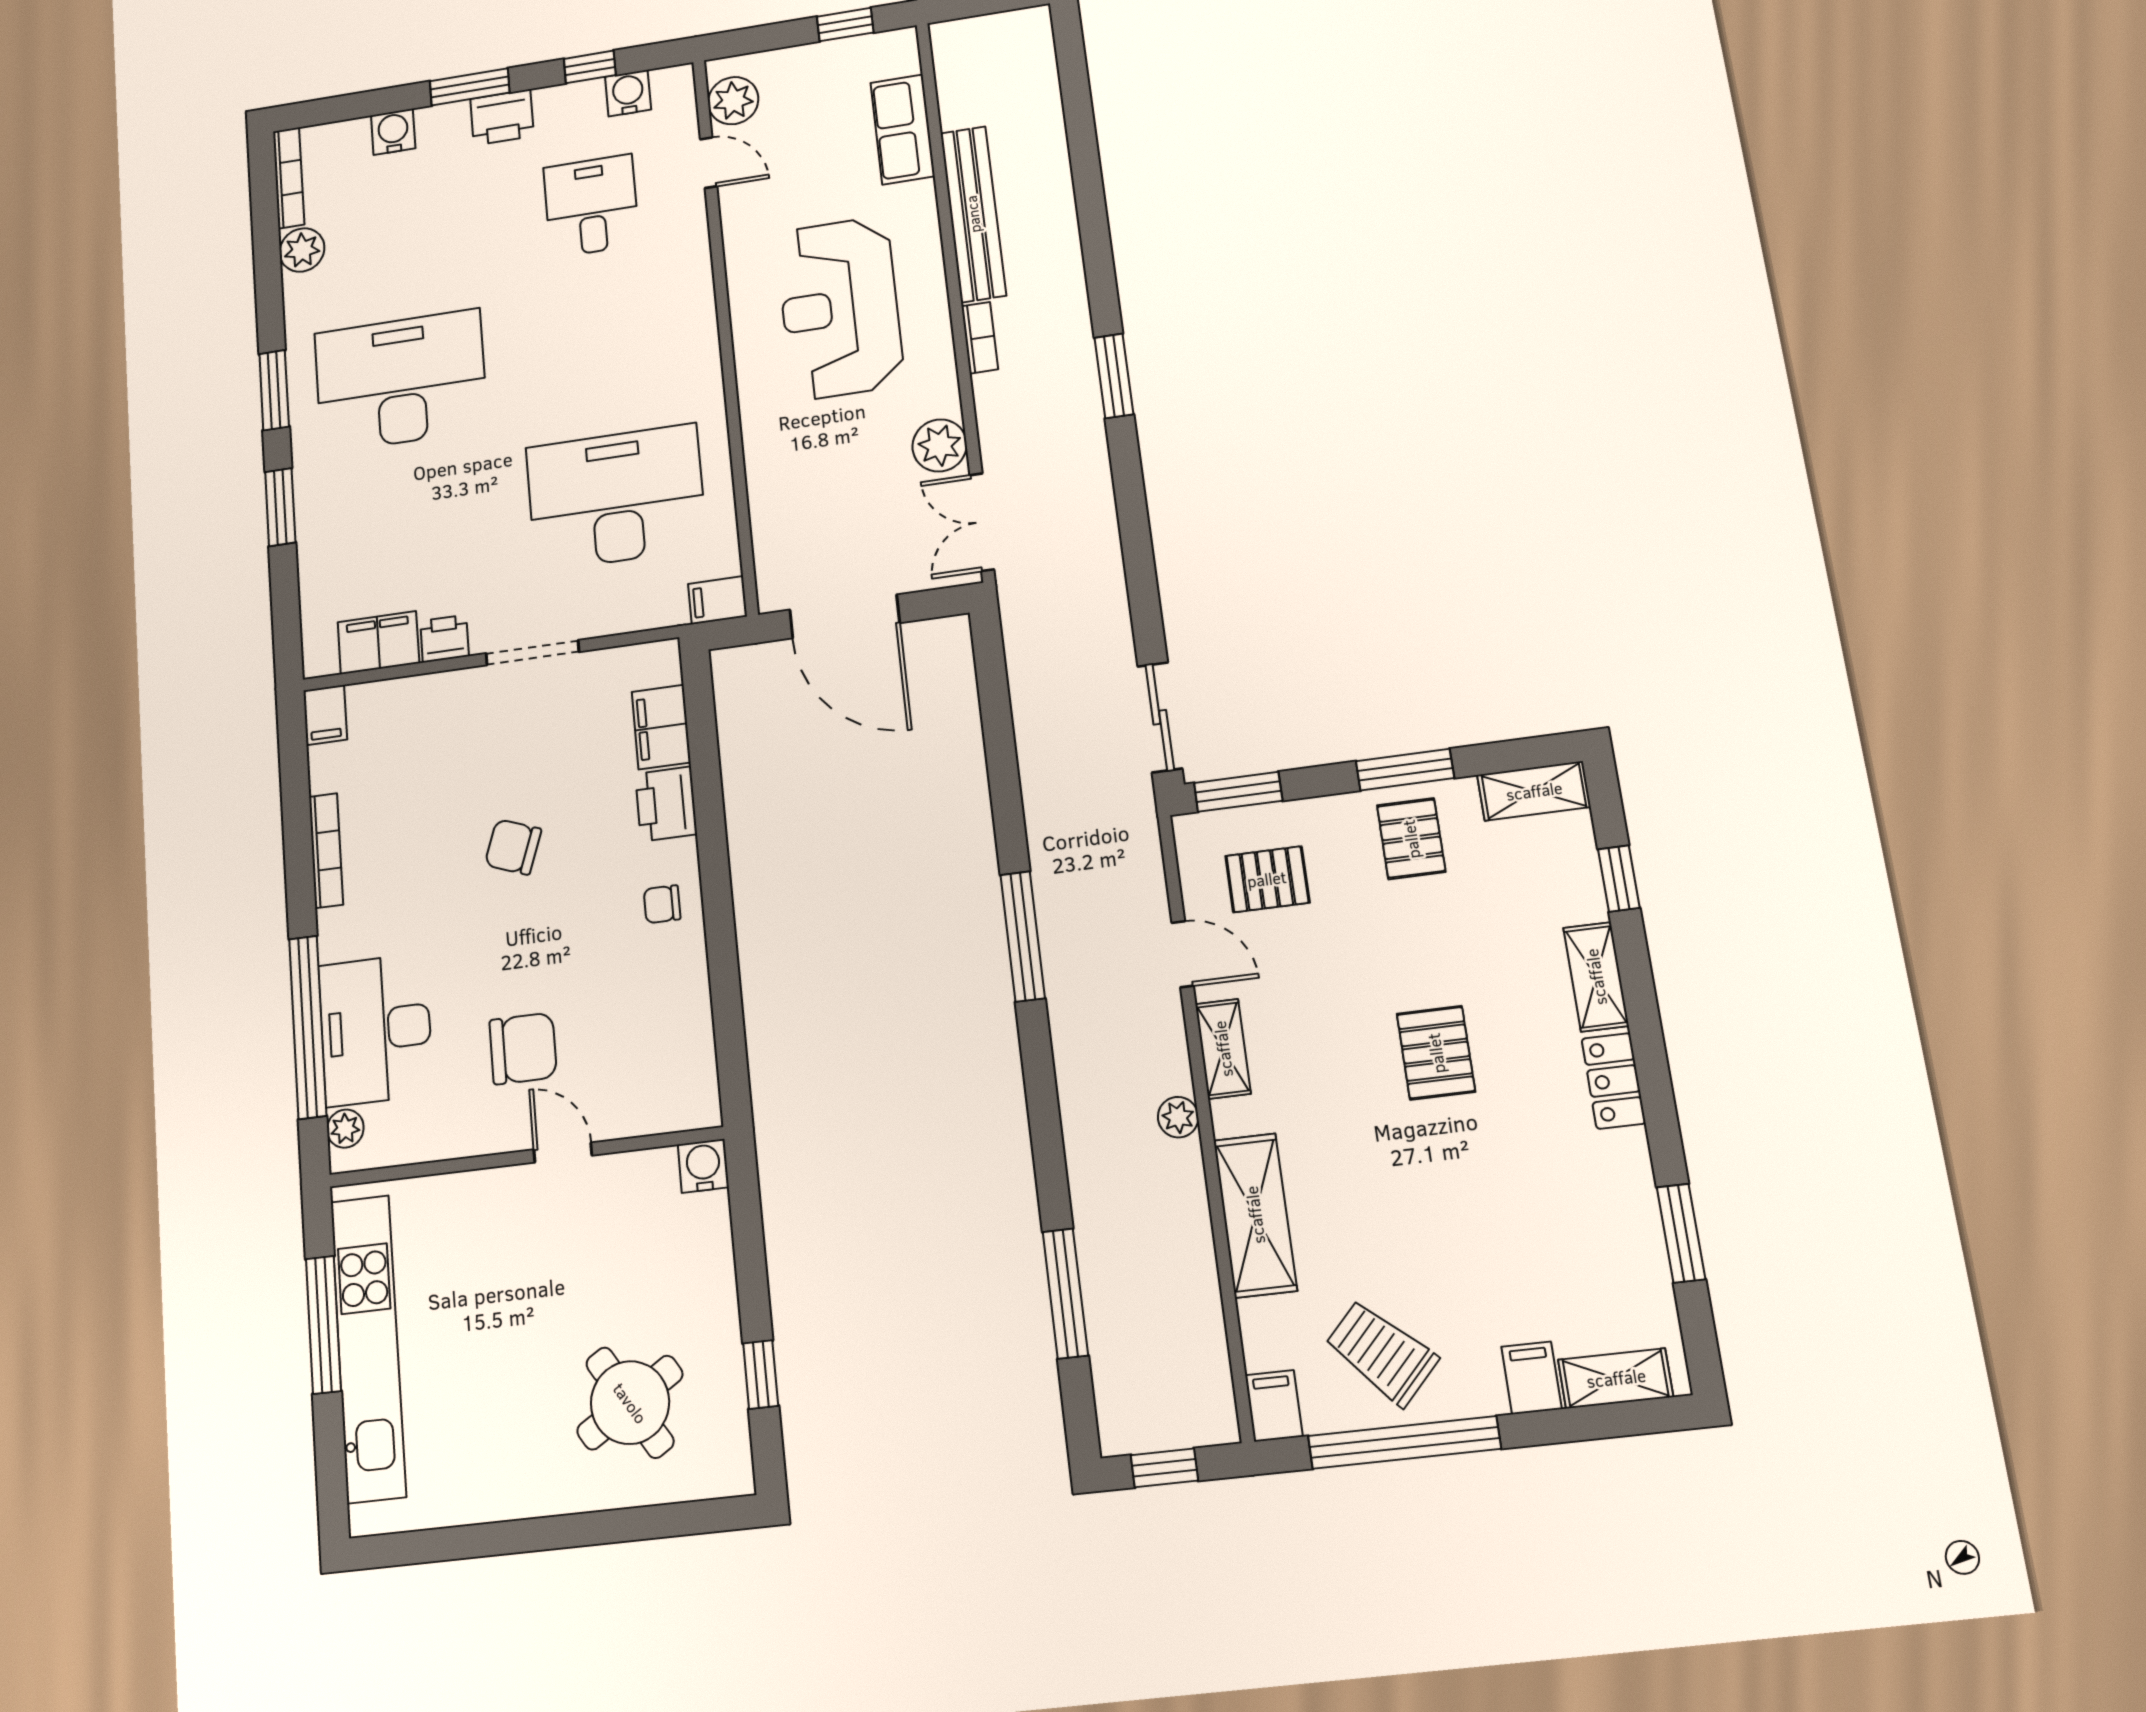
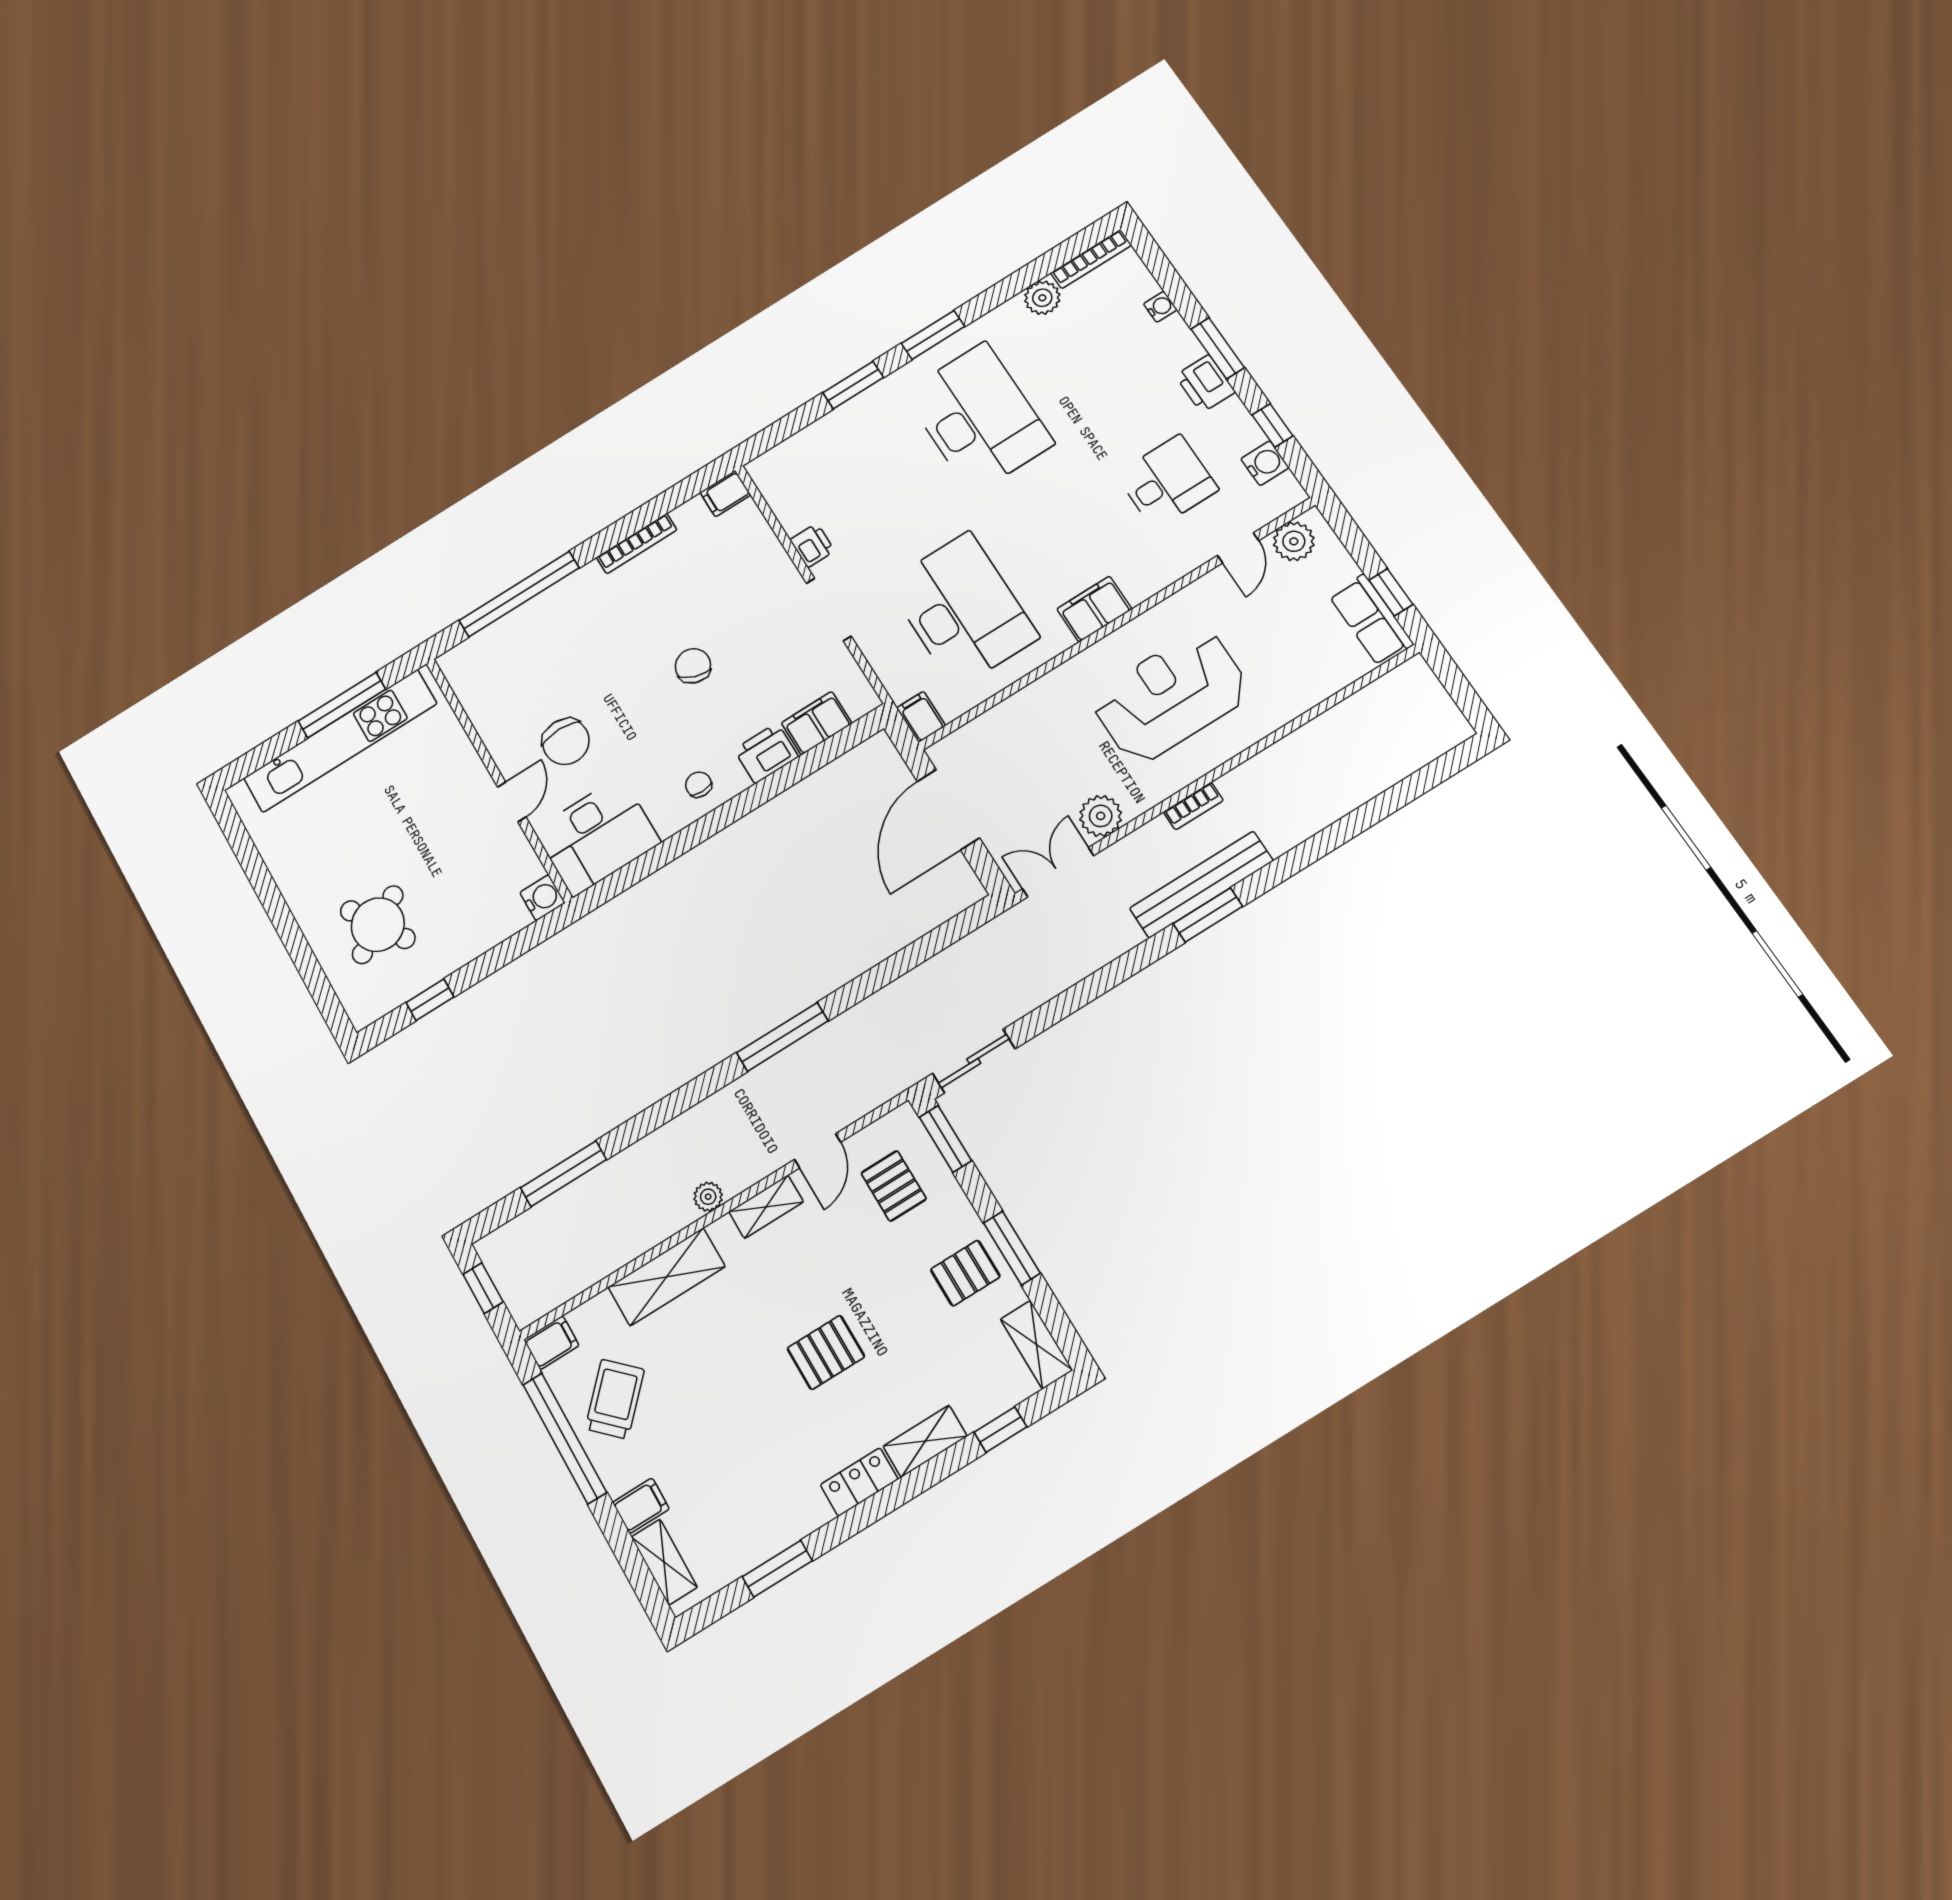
row of seats: (903, 129) -> (1371, 620), moved, turned -90
water cooler: (393, 132) -> (1160, 307), width x0.72, depth x0.72
bench: (973, 214) -> (1201, 885), moved
filing cabinet: (378, 643) -> (1094, 609), moved, turned -90
desk: (376, 1030) -> (597, 836), moved, turned 180
plant: (345, 1129) -> (466, 653), removed

